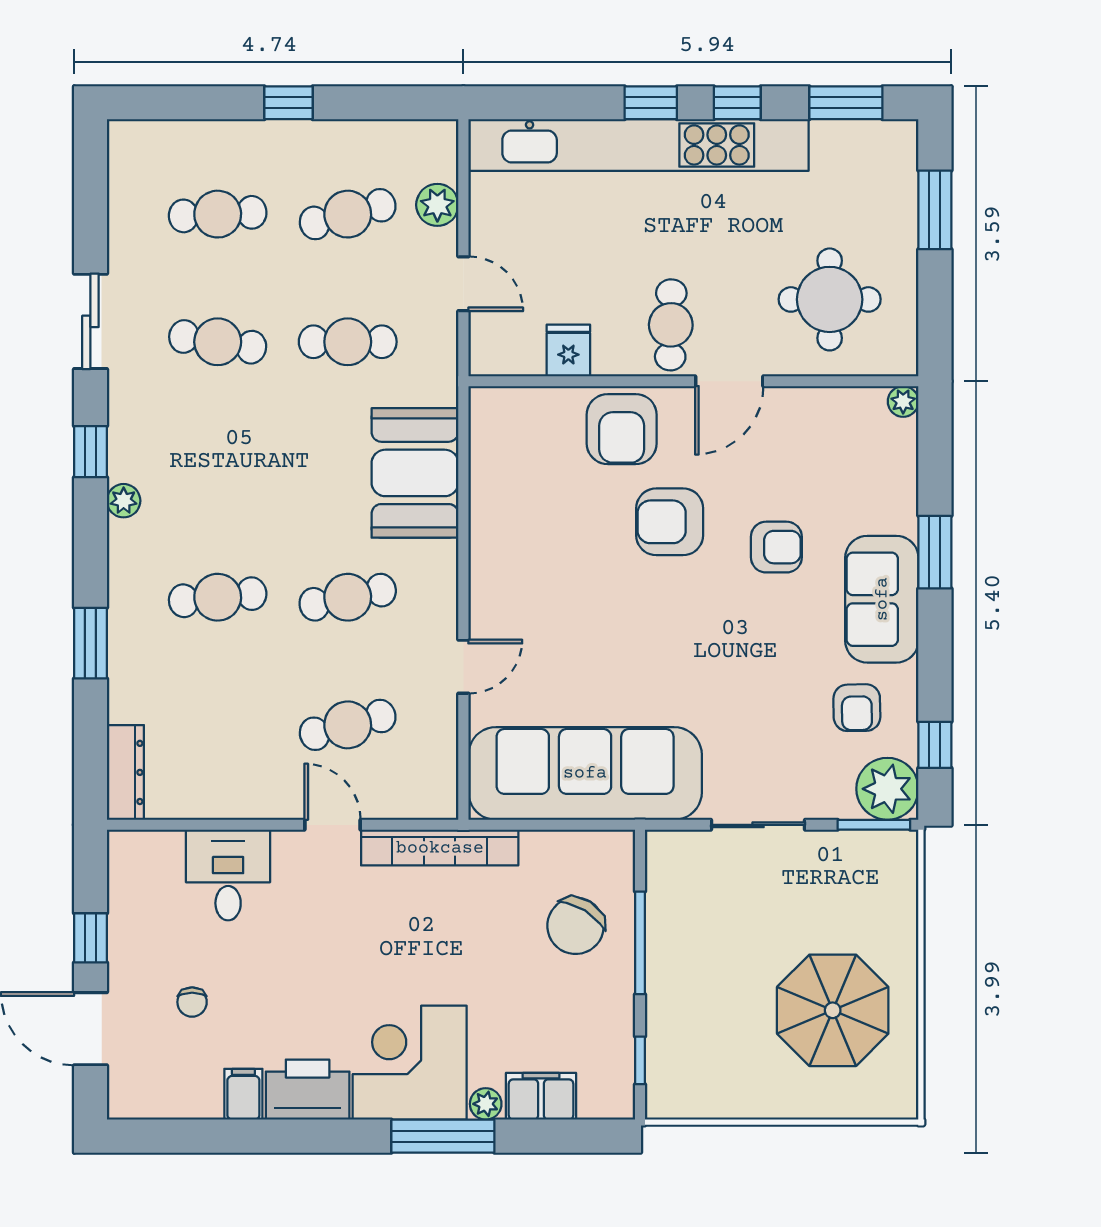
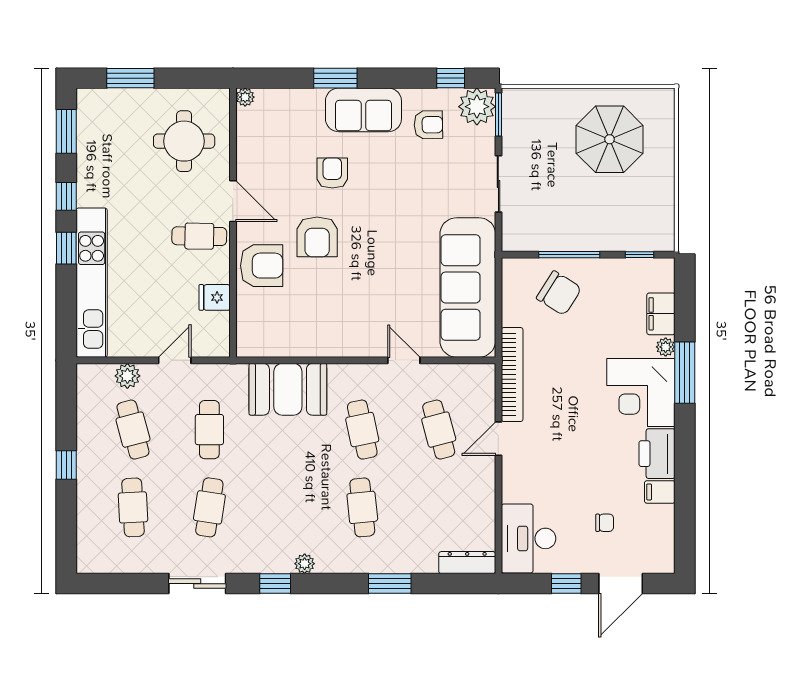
kitchen unit: (638, 145) -> (92, 283), width x0.73
desk: (228, 875) -> (529, 538), moved, width x1.37

